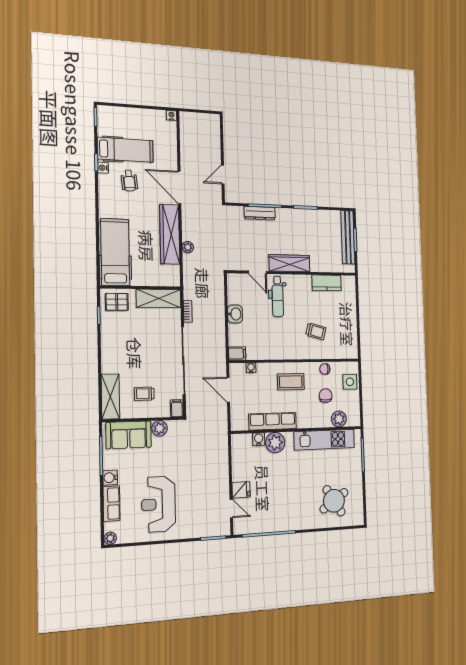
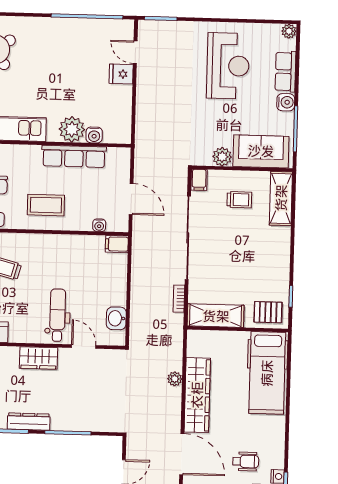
wheelchair: (129, 181) -> (246, 461), turned 96
dresser: (260, 213) -> (29, 422), moved
wardrobe: (289, 263) -> (38, 358), width x0.67
washbasin: (235, 314) -> (116, 318), moved

